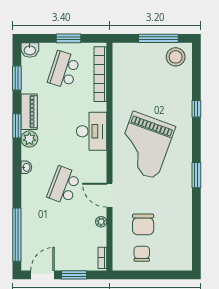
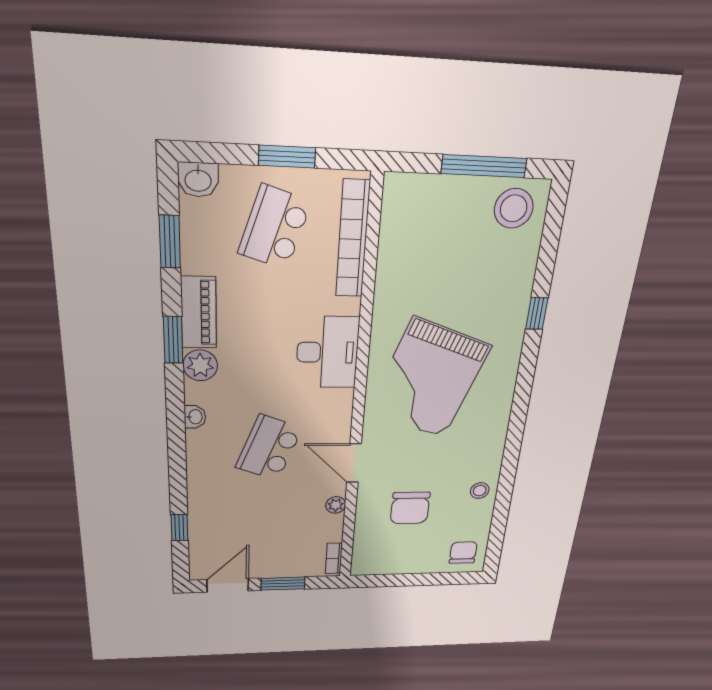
window: (196, 175) -> (516, 430), removed
stool: (182, 214) -> (480, 491), added
window: (17, 235) -> (179, 528), width x0.32
chair: (142, 254) -> (463, 553), moved

